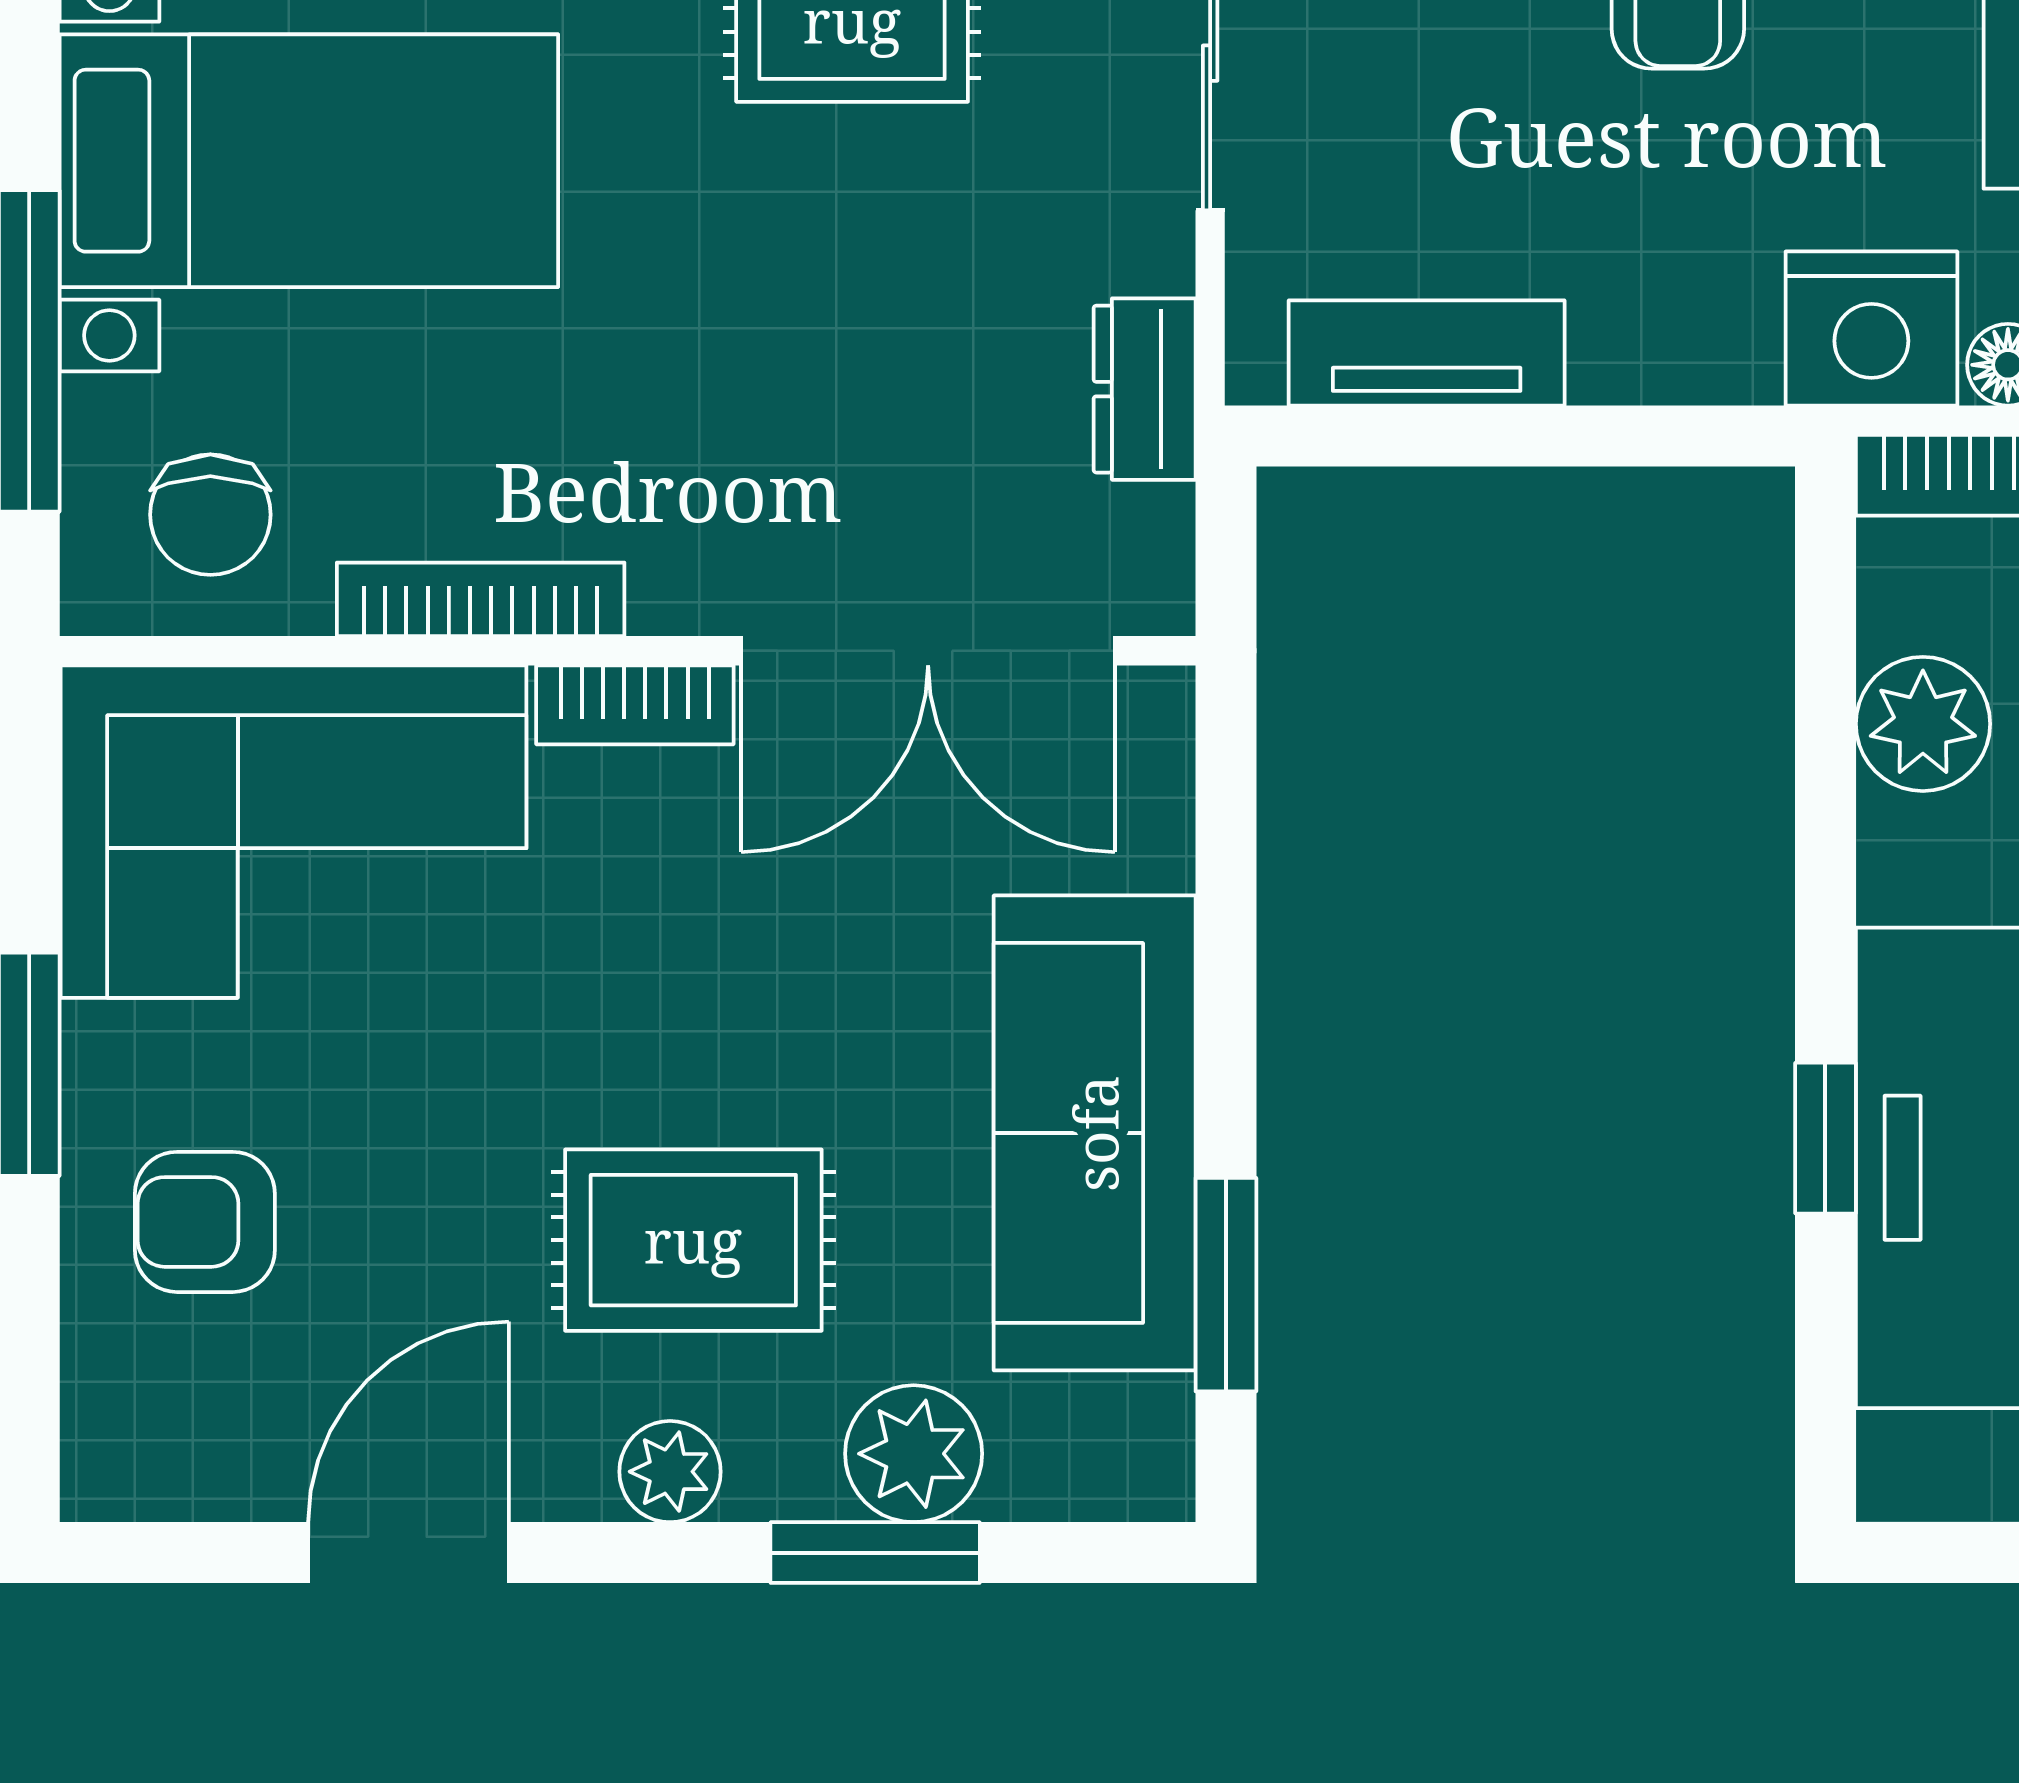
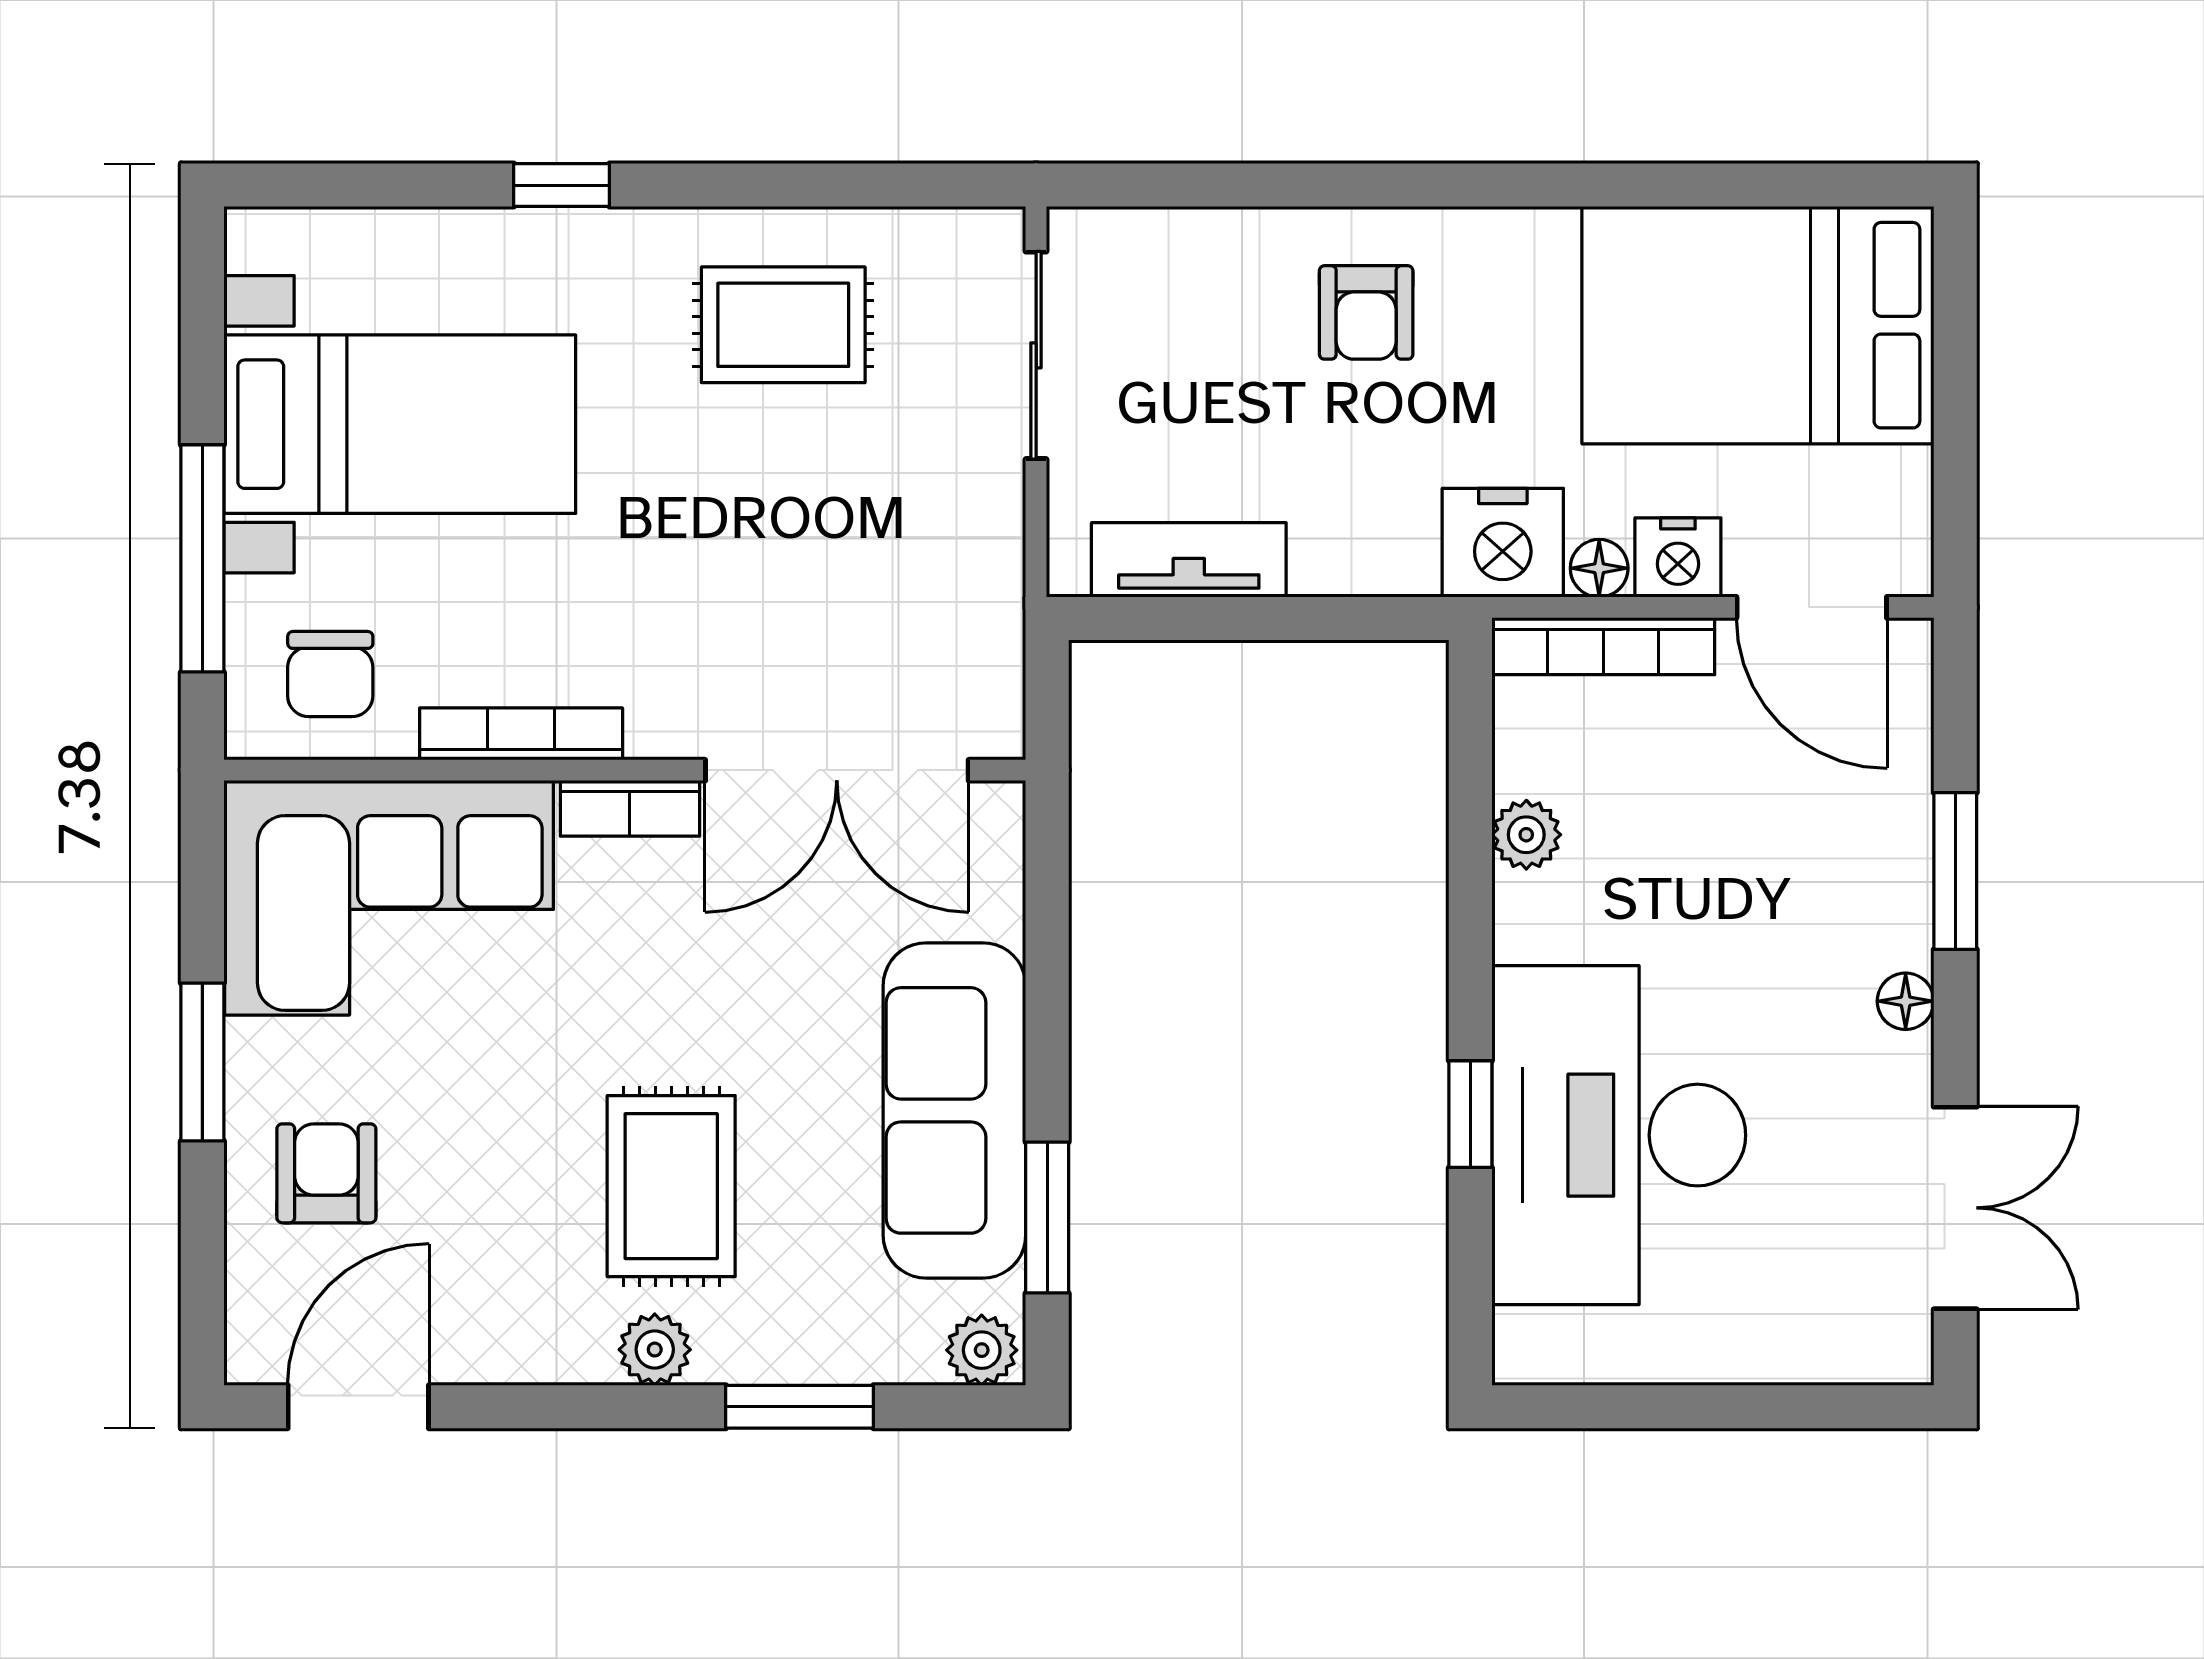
dresser: (1145, 389) -> (990, 585), removed
plant: (1923, 724) -> (1526, 835), width x0.73, depth x0.73
armchair: (205, 1222) -> (326, 1173), turned 90
rug: (693, 1240) -> (671, 1186), turned 90
plant: (914, 1454) -> (982, 1350), moved, width x0.73, depth x0.73
door: (409, 1553) -> (358, 1407), moved

